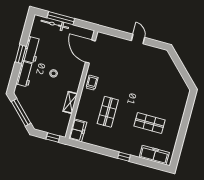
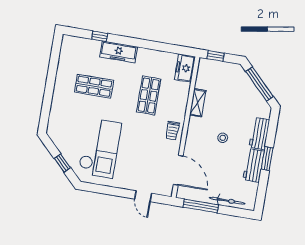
window: (61, 18) -> (201, 206), moved
door: (138, 39) -> (143, 196), moved
window: (180, 66) -> (62, 163), added
checkout: (150, 75) -> (100, 148), added
freezer: (154, 155) -> (119, 52), moved
window: (124, 157) -> (100, 36), moved

